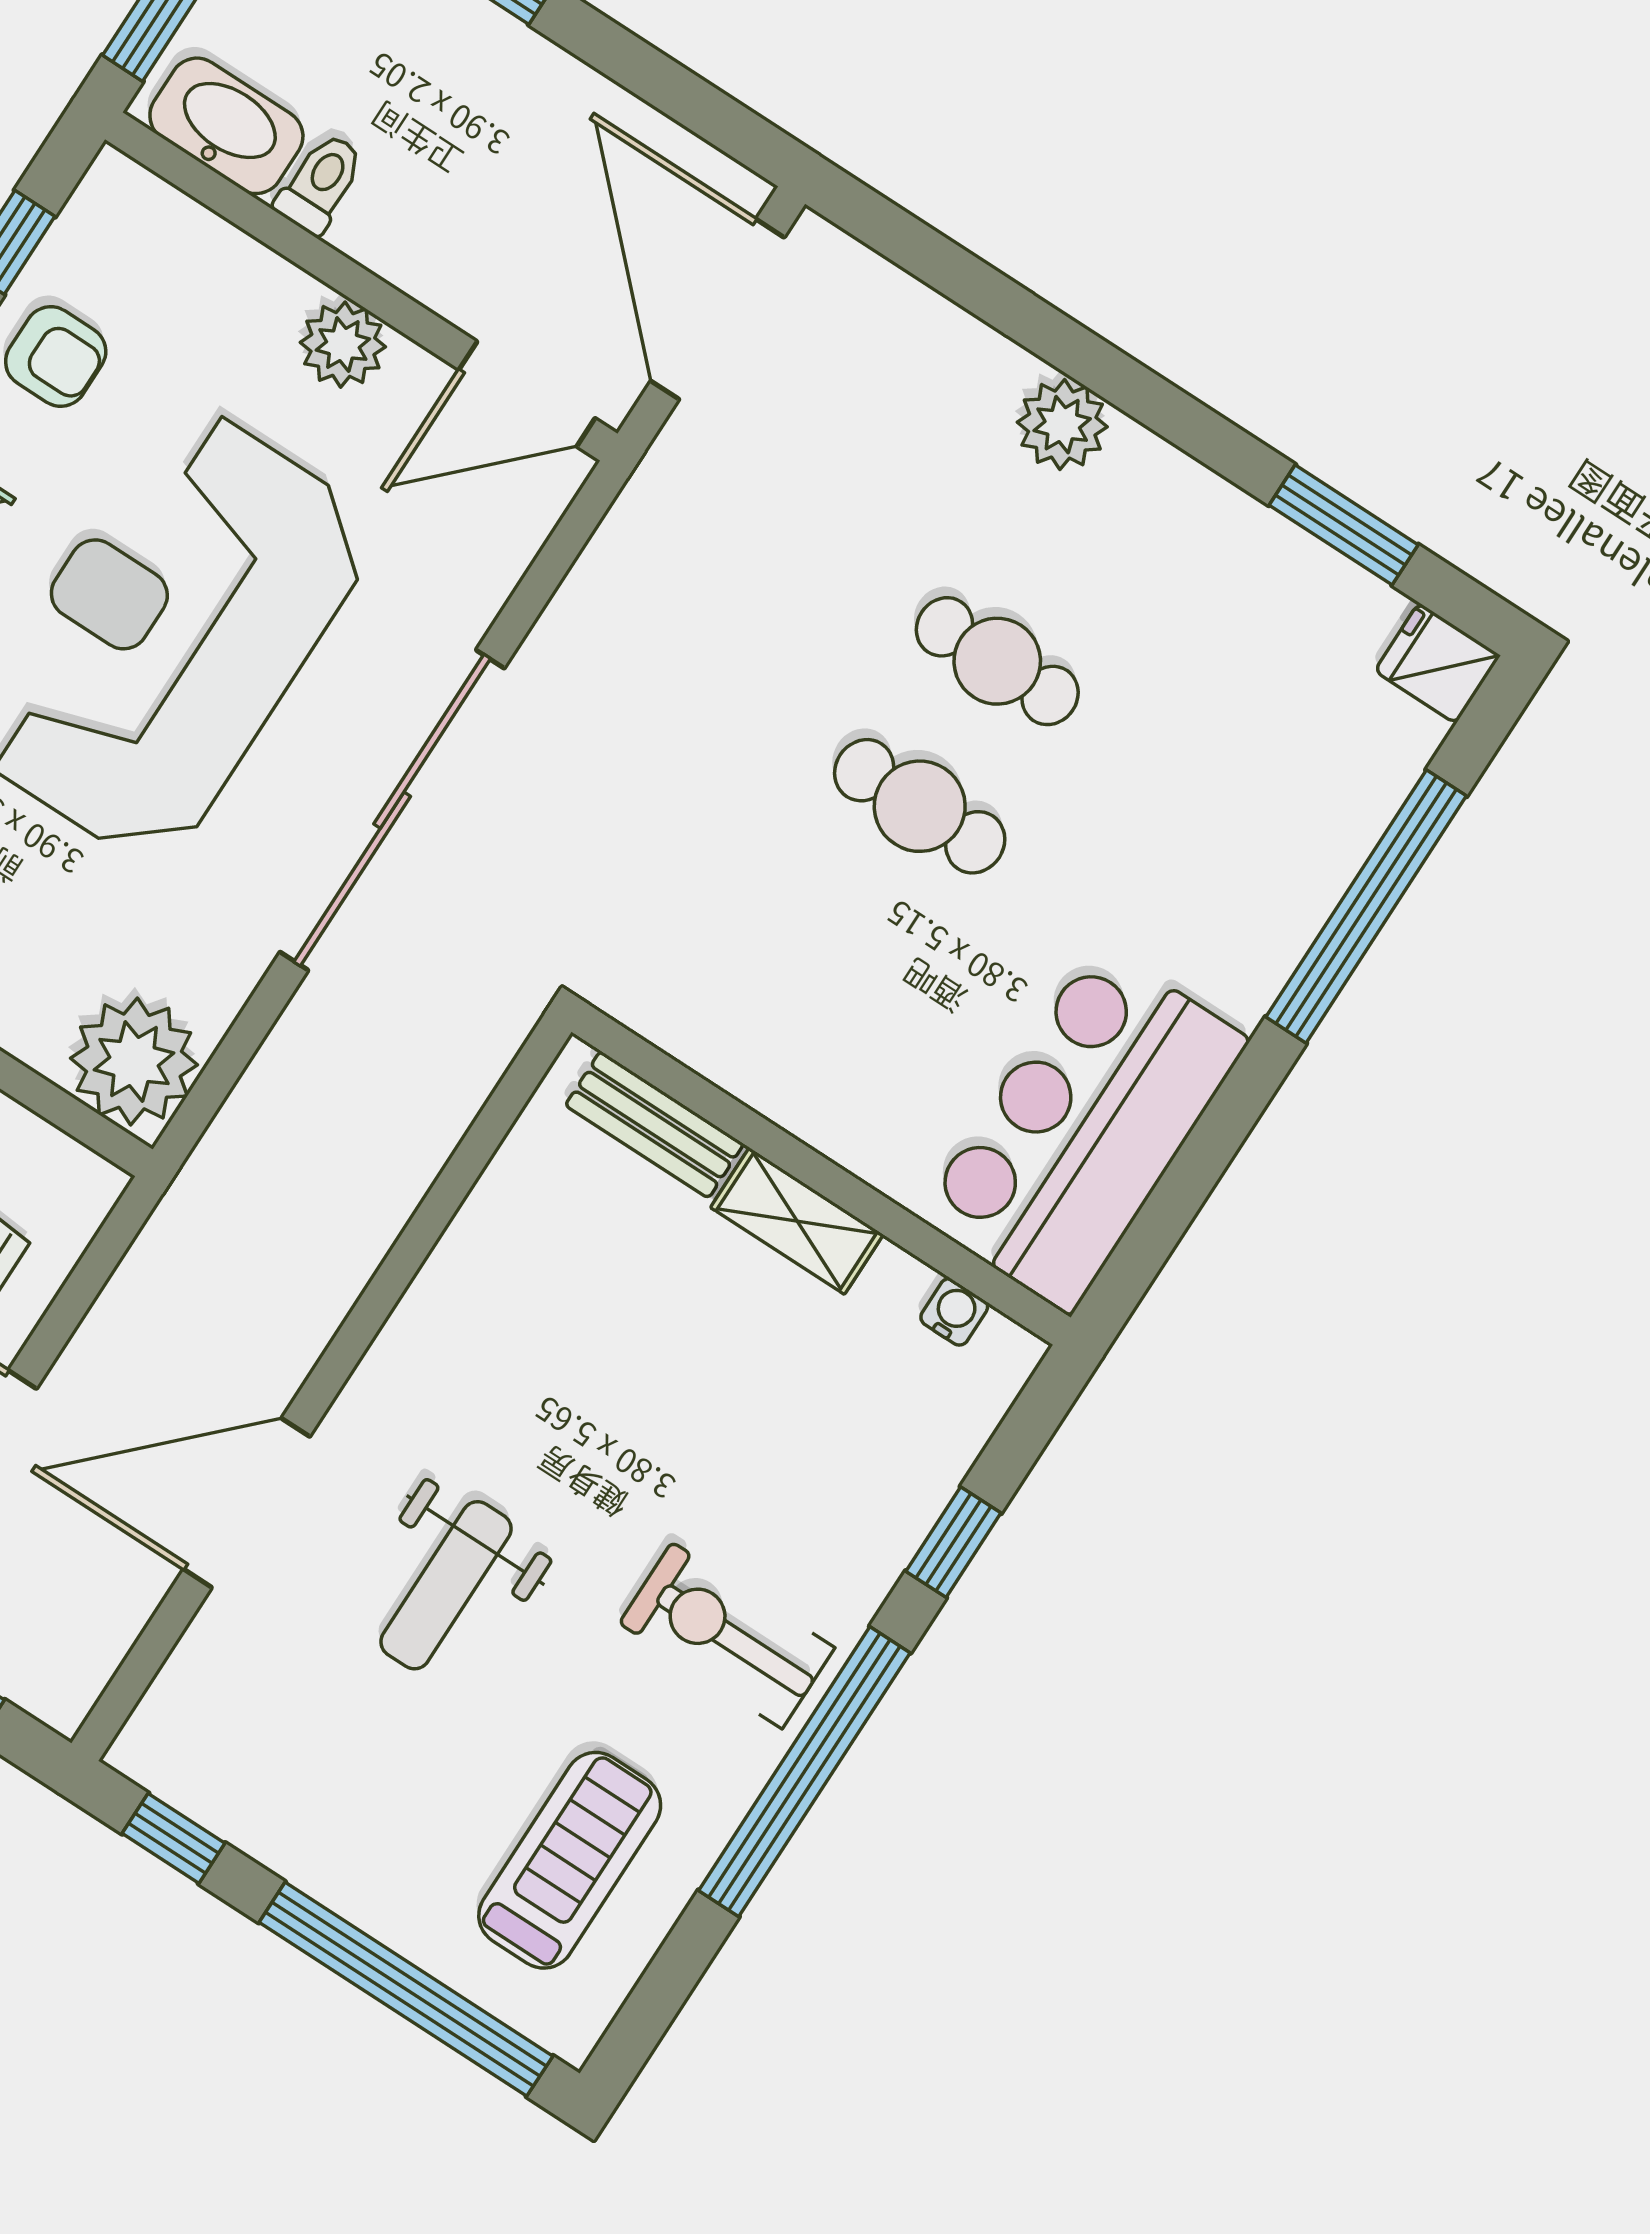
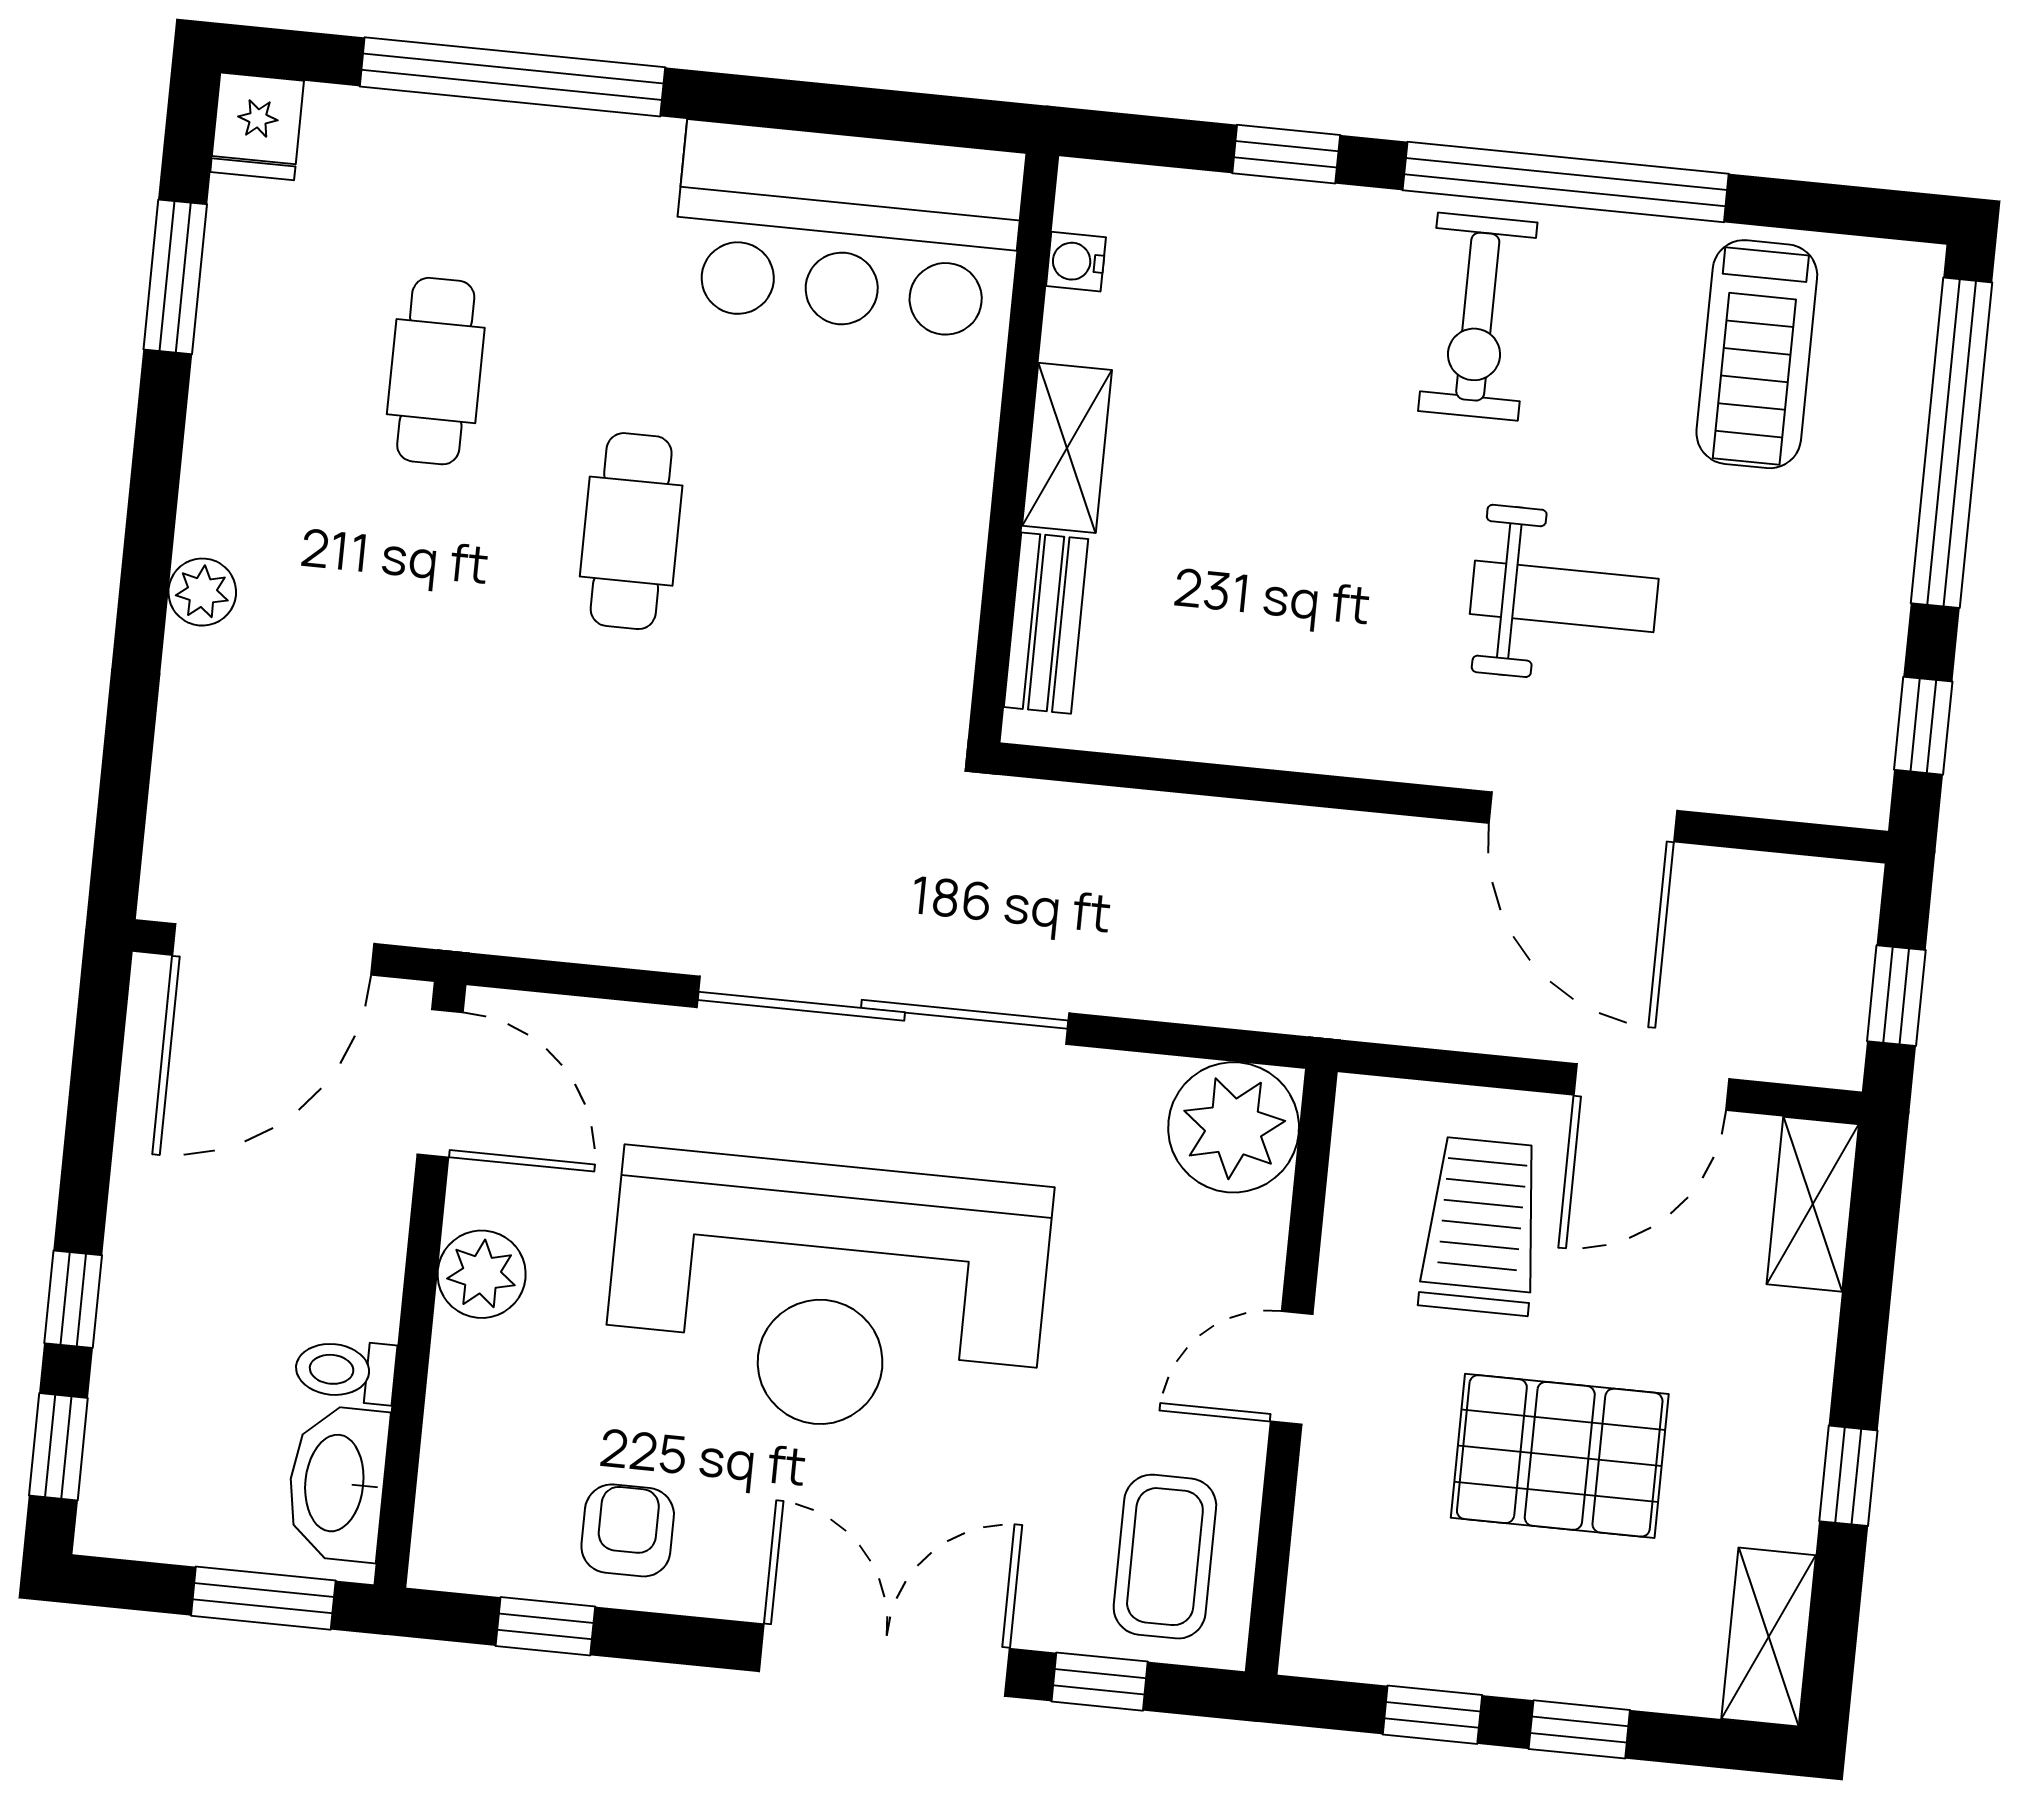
plant: (1062, 425) -> (202, 592), width x0.73, depth x0.73
cafe table: (997, 661) -> (436, 371), moved
treadmill: (570, 1860) -> (1757, 354), turned -90

